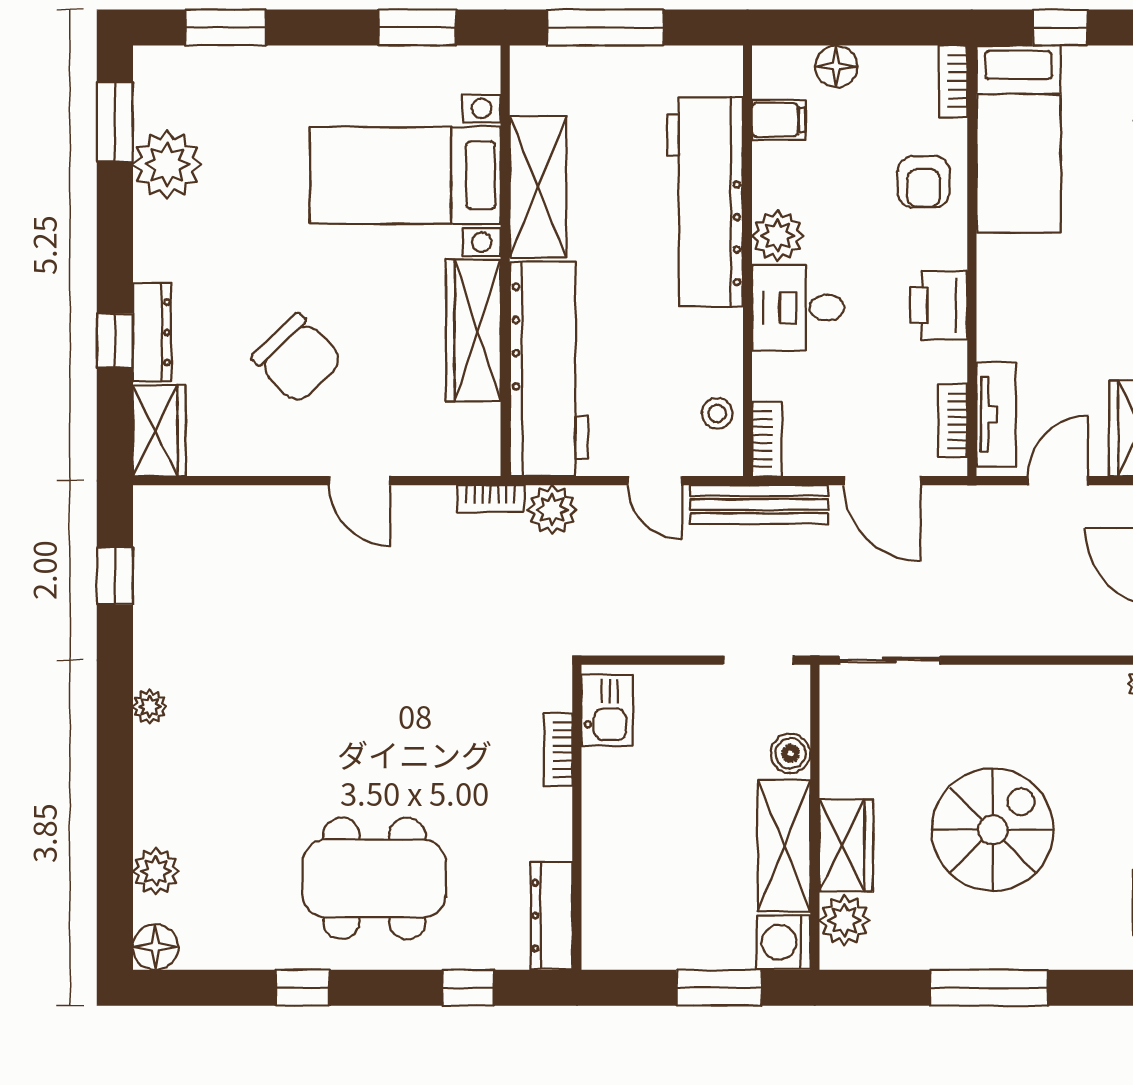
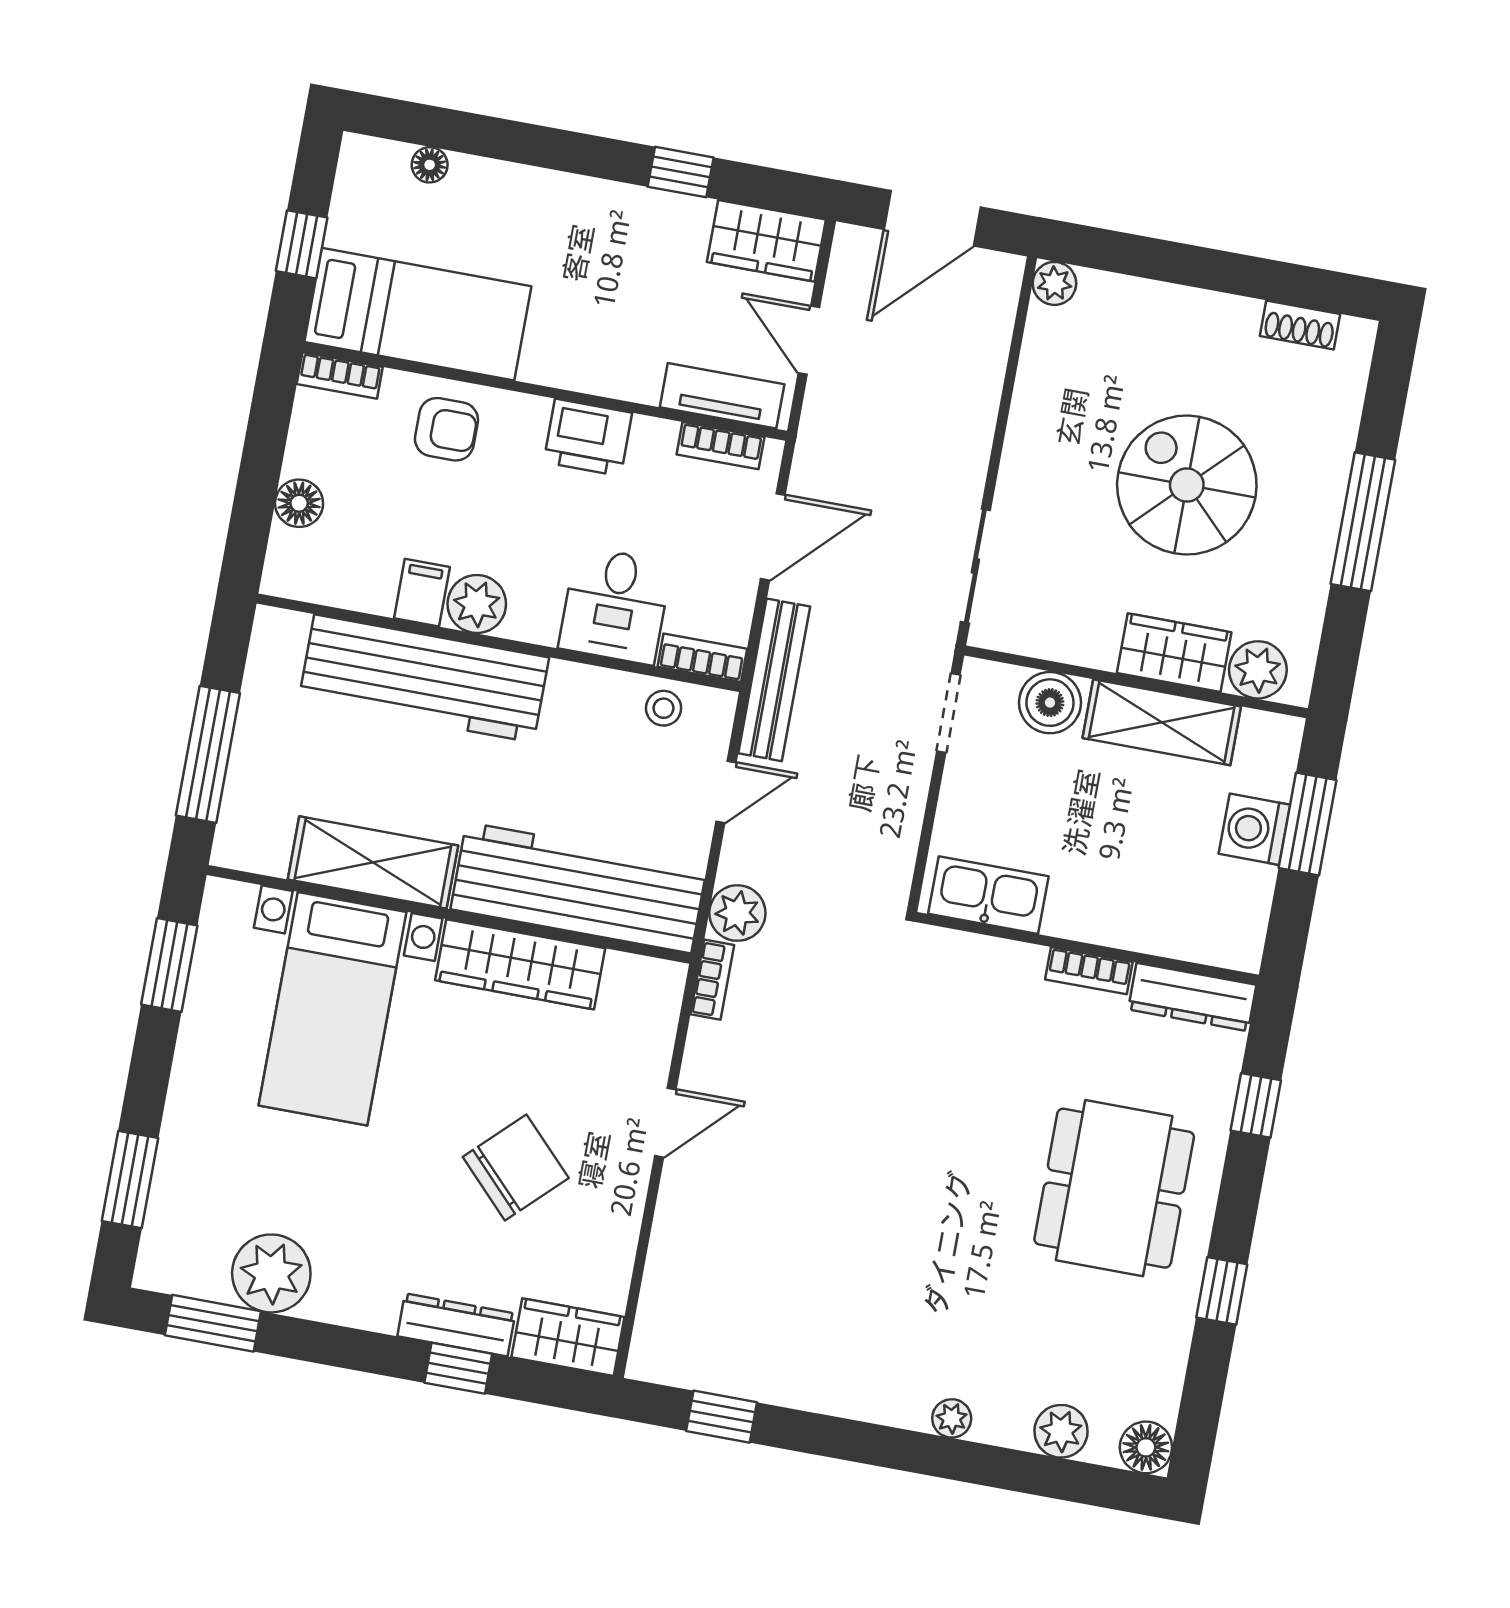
filing cabinet: (779, 120) -> (422, 593), moved
desk: (798, 308) -> (615, 605), moved
plant: (150, 707) -> (952, 1418), moved
kitchen sink: (607, 710) -> (988, 895), width x1.38
bookcase: (558, 749) -> (1089, 971), moved
boiler: (790, 753) -> (1050, 703), width x1.36, depth x1.36
washing machine: (783, 942) -> (1254, 829), moved, turned 90

